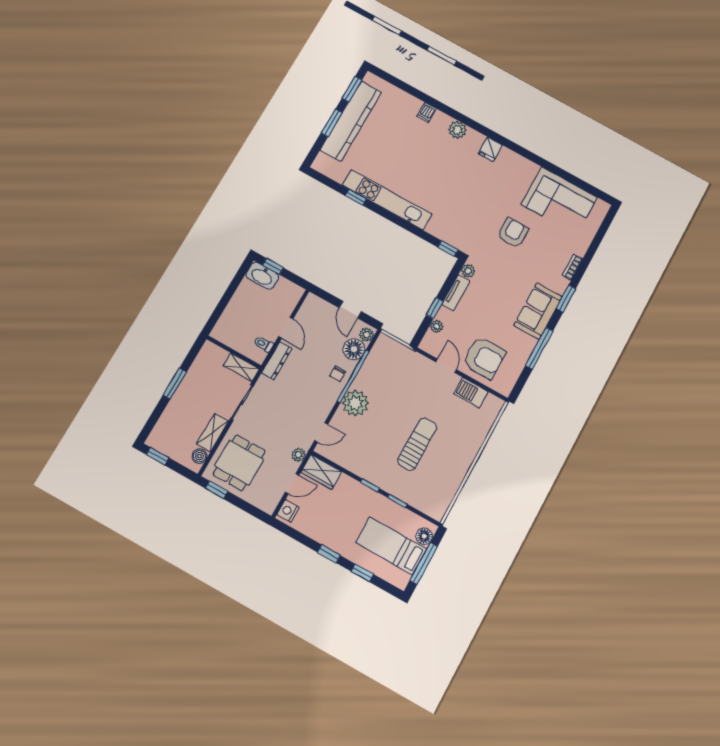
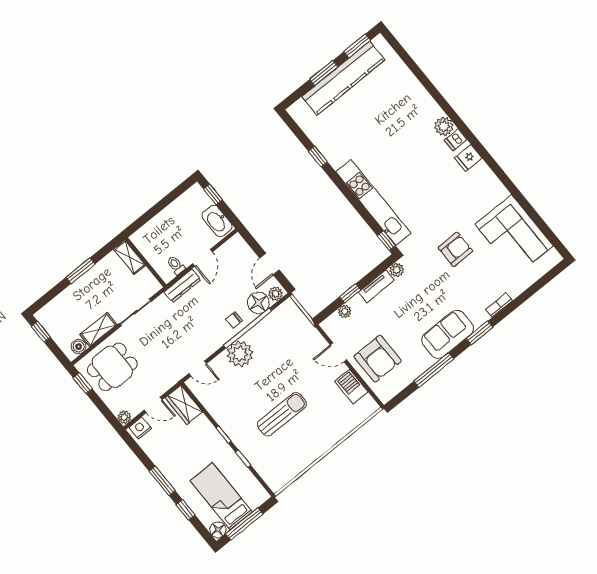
dishwasher: (427, 113) -> (456, 140), moved
kitchen unit: (387, 200) -> (373, 202), moved
washbasin: (262, 276) -> (217, 221), moved
door: (446, 366) -> (339, 352), swing flipped
shelving: (241, 367) -> (129, 257), moved
plant: (298, 455) -> (124, 417), moved
floor lamp: (424, 536) -> (218, 530), moved
window: (329, 554) -> (162, 481), width x1.50

